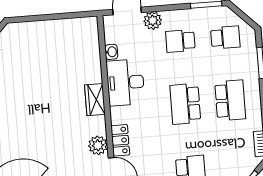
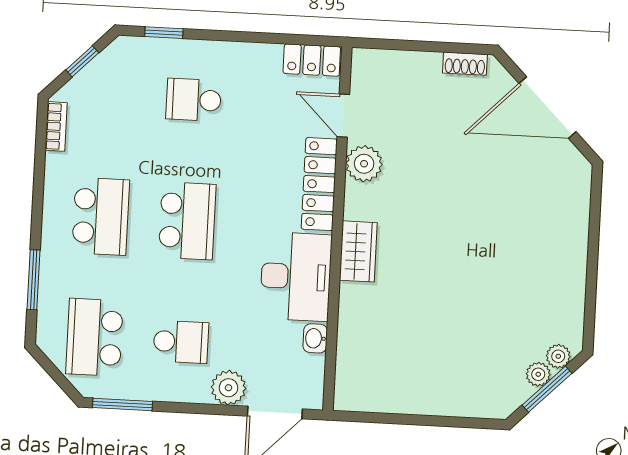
school desk: (225, 37) -> (94, 337), width x1.85
school desk: (230, 100) -> (101, 216), turned 180
locker: (120, 140) -> (319, 184), width x1.53

